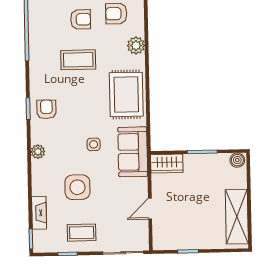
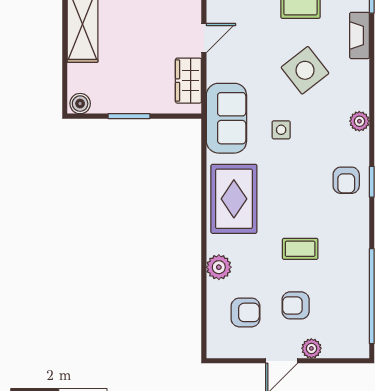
coffee table: (78, 60) -> (300, 249), width x0.73, depth x0.77
wardrobe: (167, 164) -> (188, 81), moved, turned -90
side table: (77, 187) -> (305, 70), turned -38

